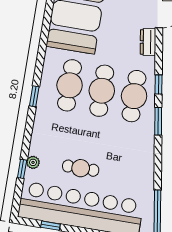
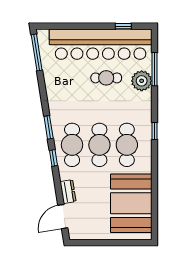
plant: (33, 162) -> (142, 81), width x1.88, depth x1.88
window: (22, 169) -> (155, 69), width x2.17

